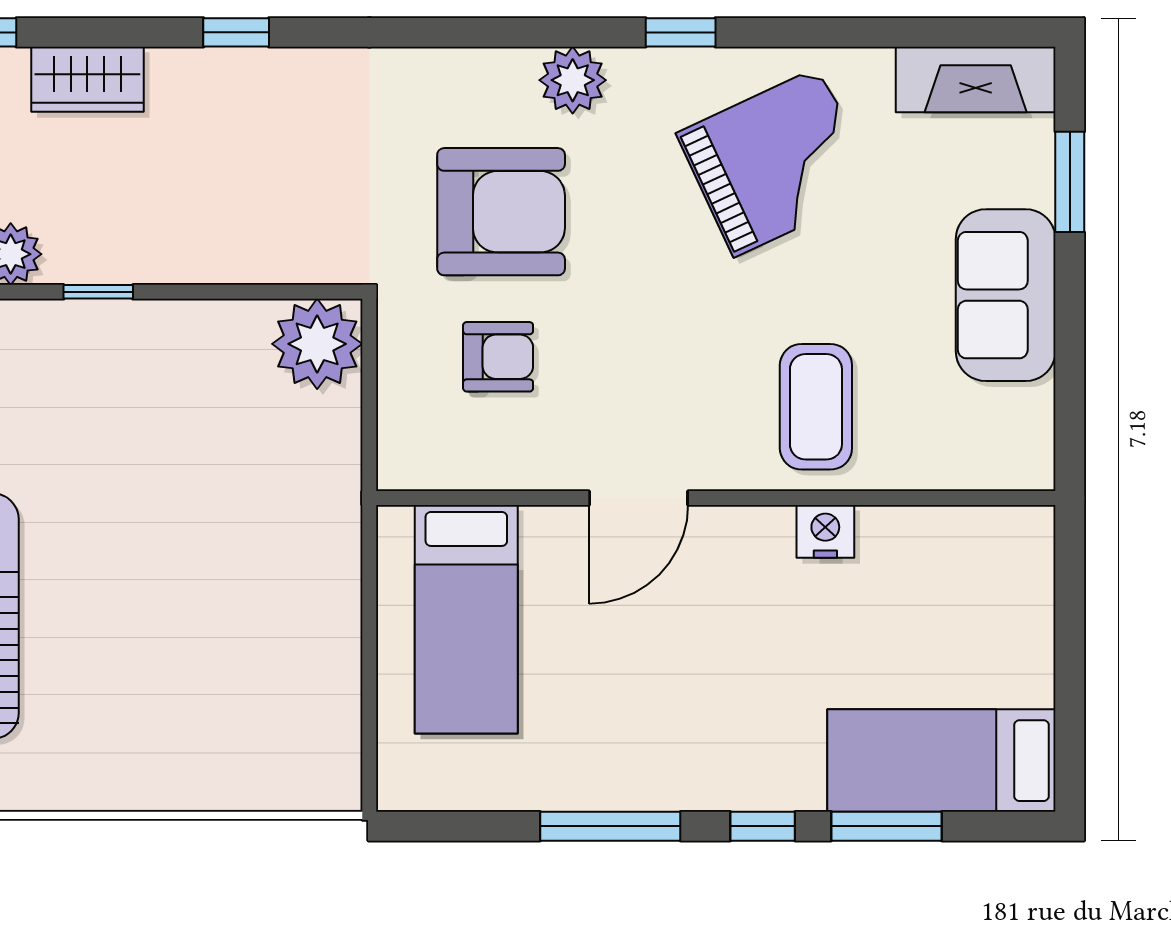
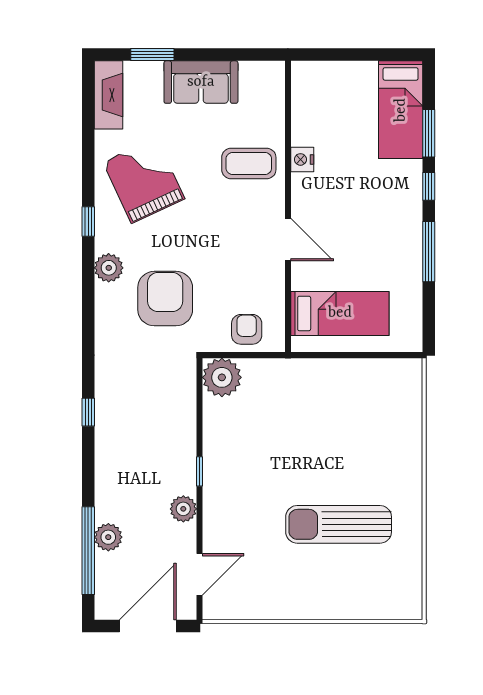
wardrobe: (87, 79) -> (108, 476), removed
armchair: (498, 357) -> (247, 329), moved

